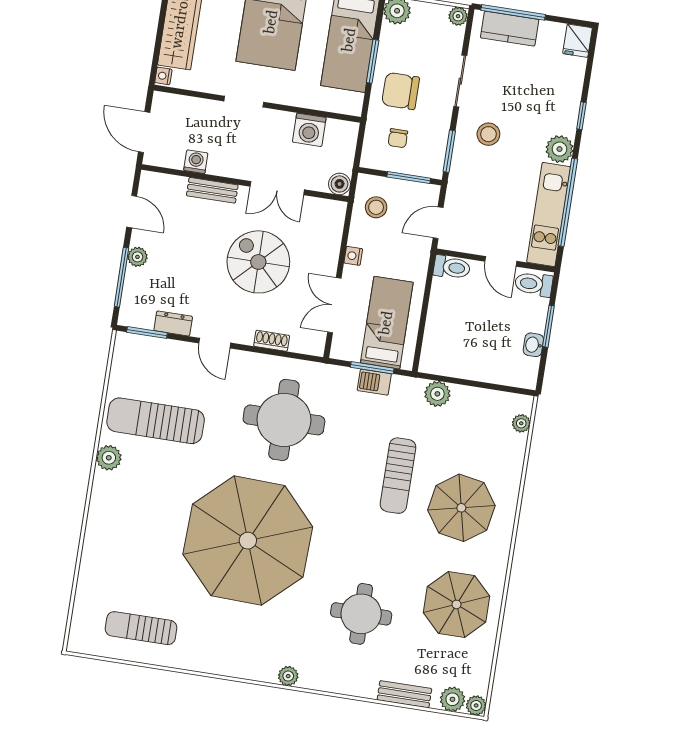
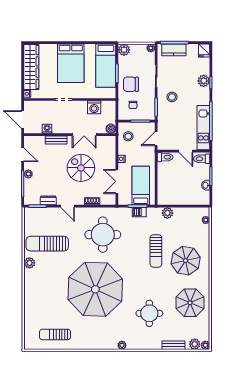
plant: (559, 149) -> (204, 81), moved

